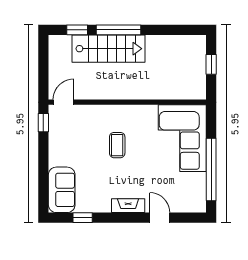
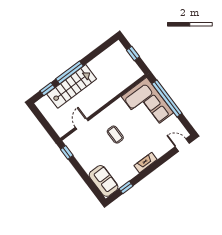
door: (64, 102) -> (82, 124), moved
window: (211, 170) -> (167, 98), moved
door: (160, 218) -> (182, 145), moved

